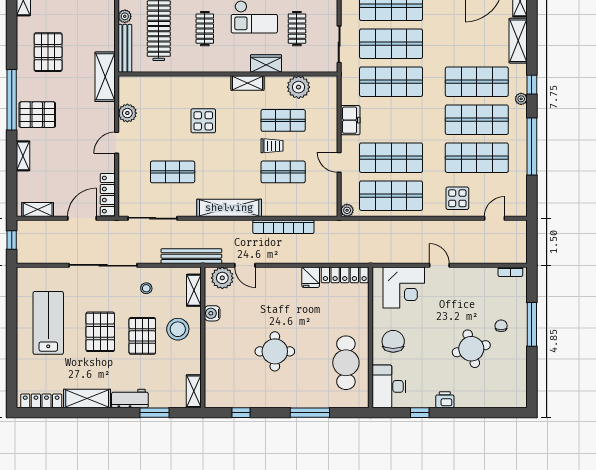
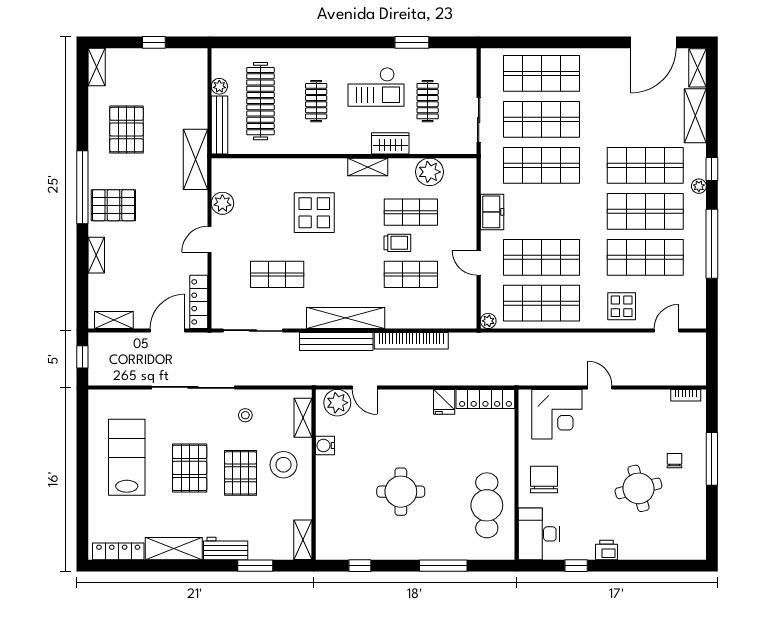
display table: (203, 121) -> (314, 213), width x1.36, depth x1.36
bench: (191, 256) -> (336, 342), moved

